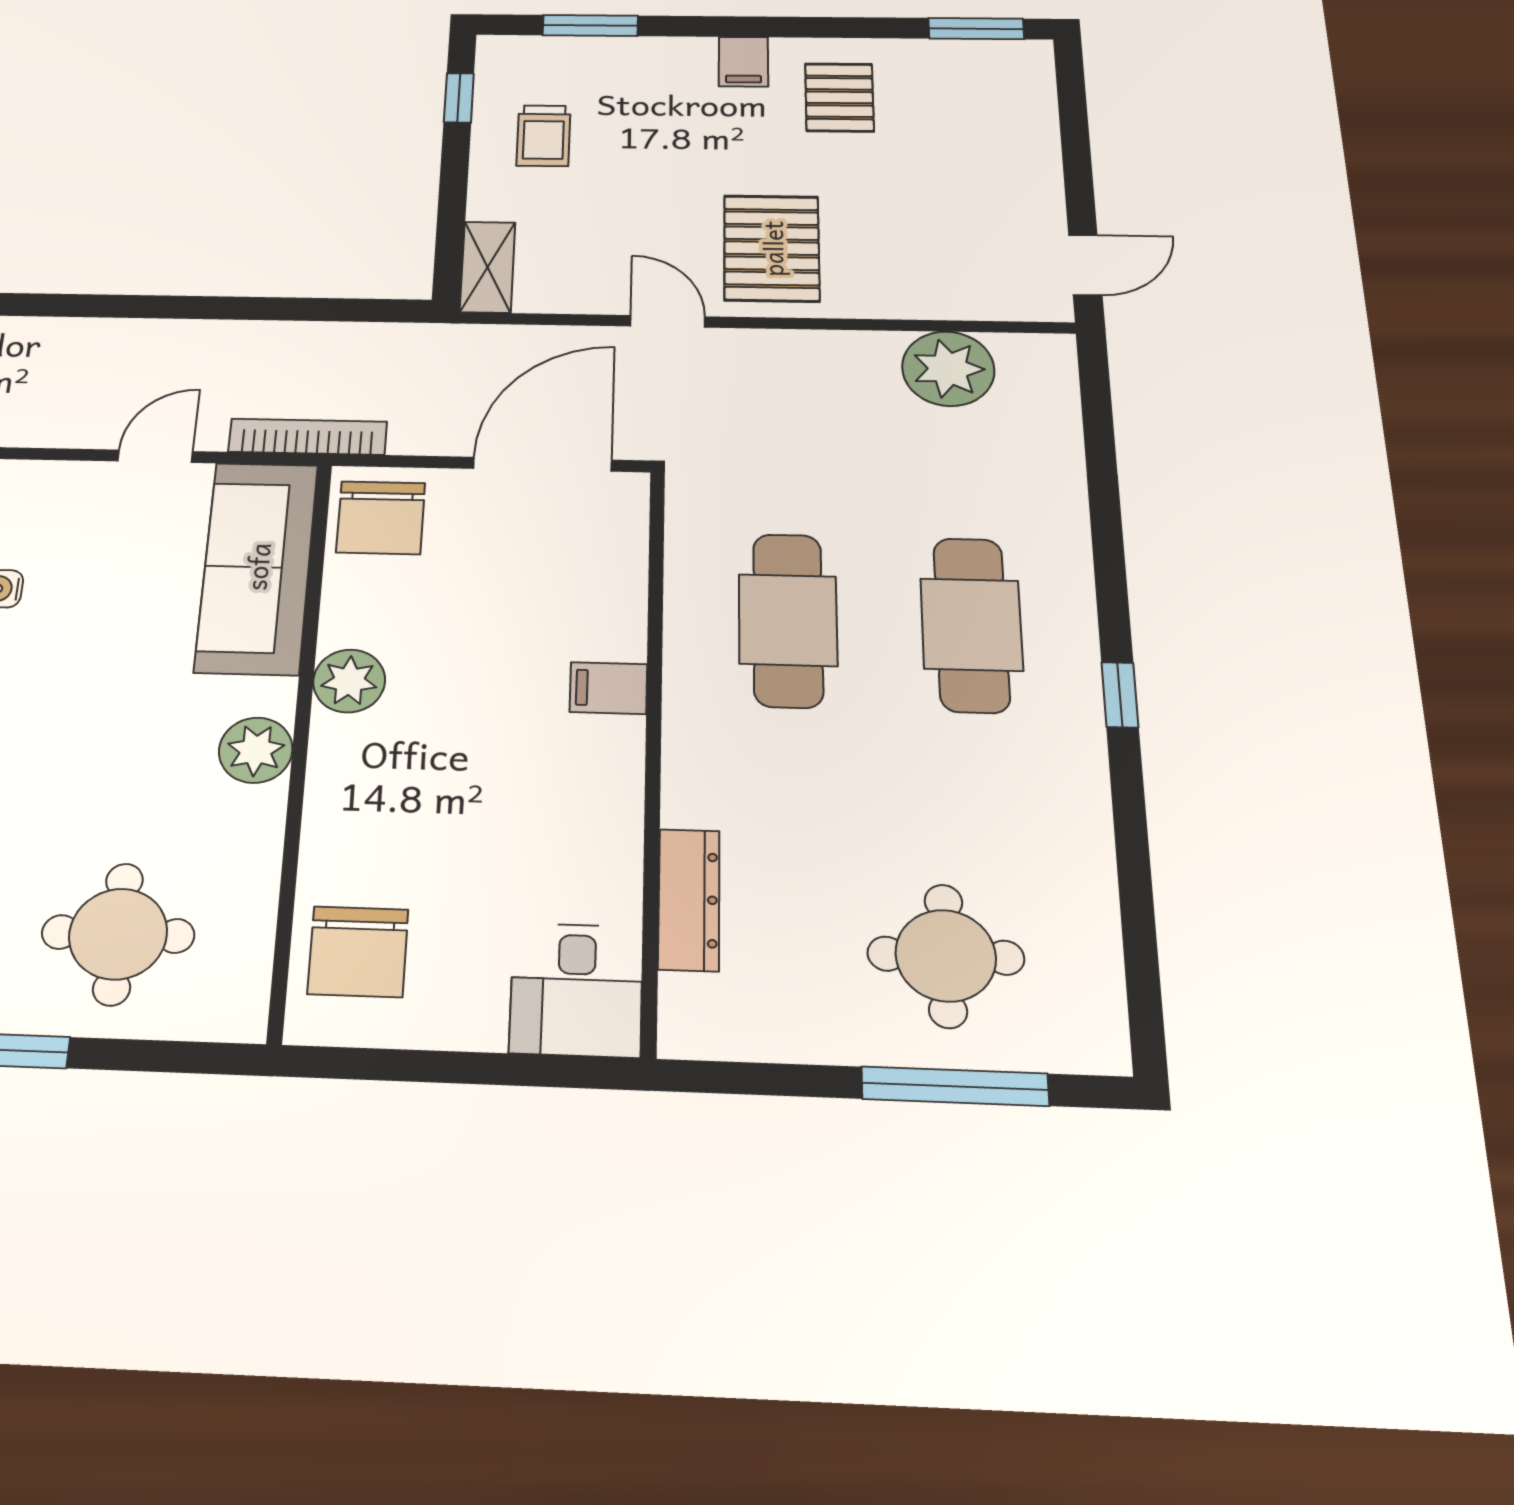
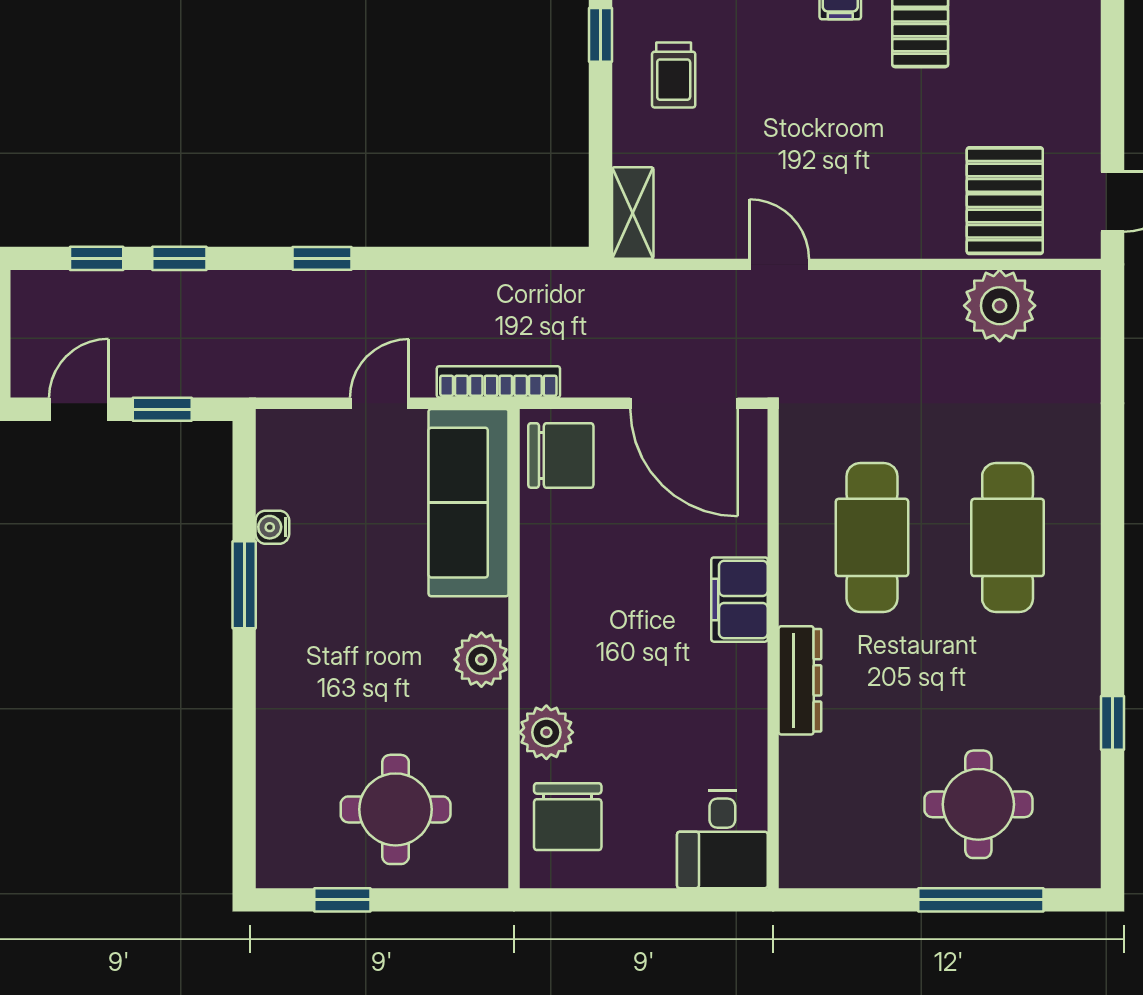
pallet: (772, 248) -> (1005, 201), moved
window: (104, 306) -> (322, 258), added
door: (542, 464) -> (684, 403), swing flipped
chair: (381, 518) -> (561, 455), turned -90
plant: (349, 681) -> (546, 732), moved
filing cabinet: (608, 688) -> (739, 600), width x2.00
window: (1120, 695) -> (1112, 723), moved
dresser: (689, 900) -> (800, 680), moved

